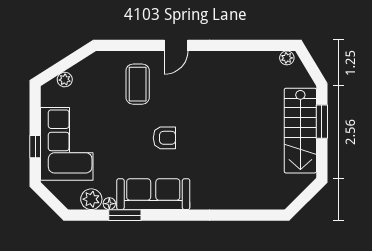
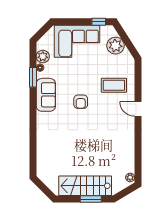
plant: (65, 80) -> (115, 46), width x1.87, depth x1.87
window: (35, 147) -> (99, 22), moved
sofa: (153, 194) -> (46, 95), width x0.73

